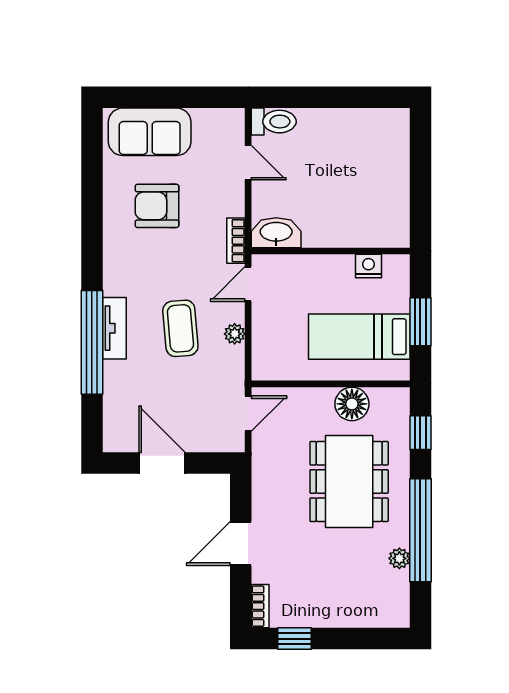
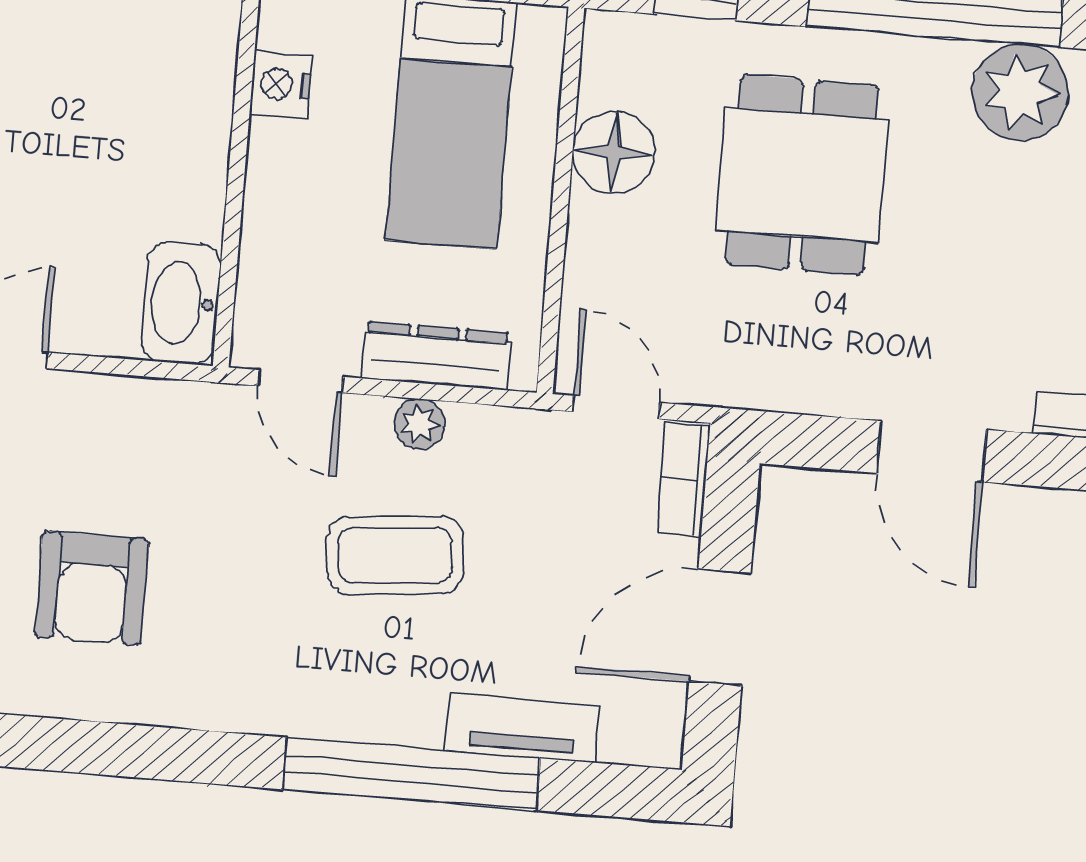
bookcase: (236, 241) -> (684, 479), moved, turned 90
tv unit: (114, 328) -> (523, 728), moved
dresser: (263, 338) -> (436, 356), added
dining table: (349, 481) -> (802, 175), width x0.73
plant: (399, 558) -> (1020, 92), width x1.88, depth x1.88

